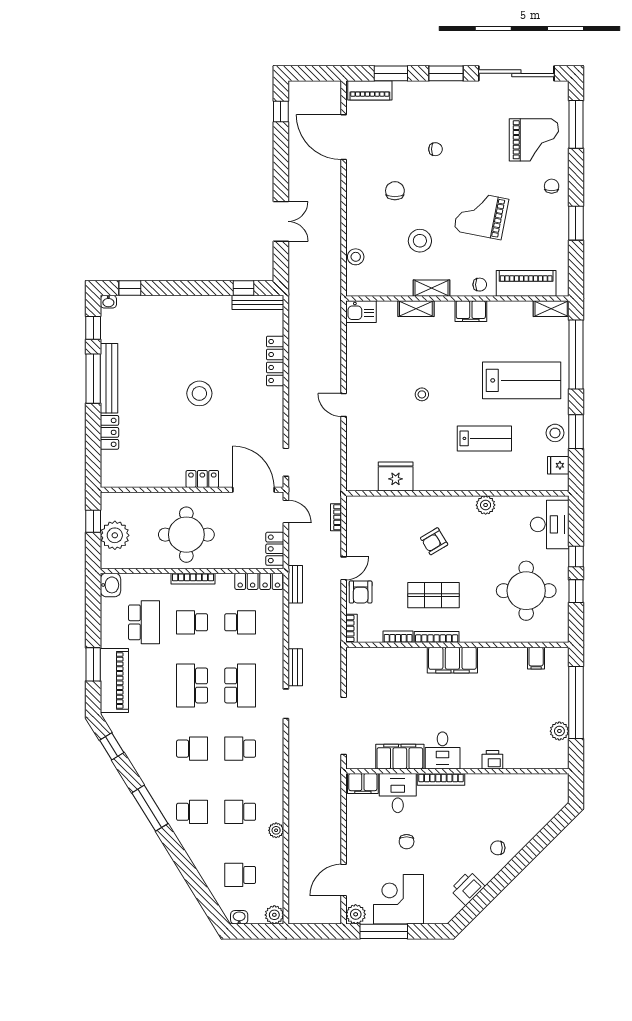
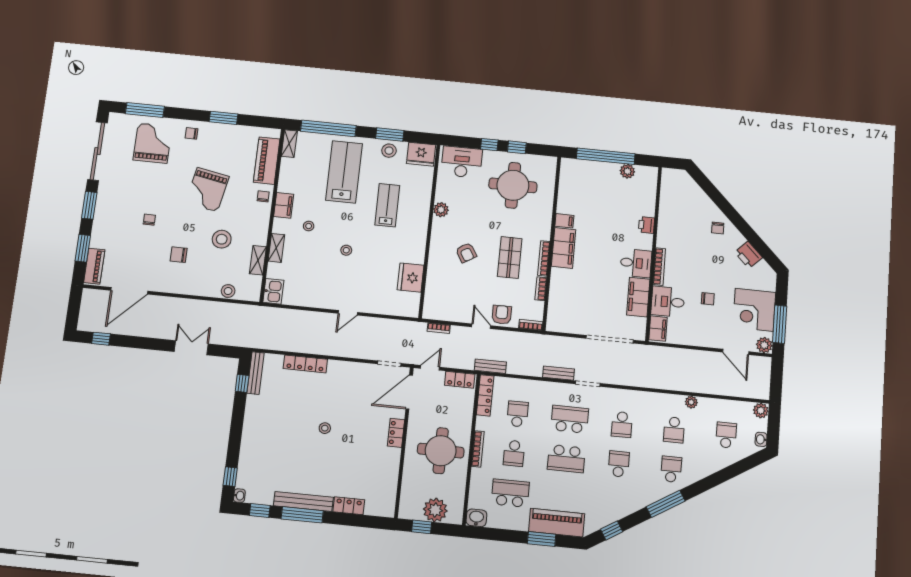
shelving: (431, 288) -> (258, 260), moved
stool: (448, 345) -> (309, 226), added
stool: (199, 393) -> (325, 428), width x0.53, depth x0.53
fridge: (558, 465) -> (421, 154), width x1.88, depth x1.34
armchair: (361, 592) -> (502, 315), turned -90
filing cabinet: (536, 658) -> (564, 221), moved
school desk: (240, 875) -> (726, 435), turned 180

